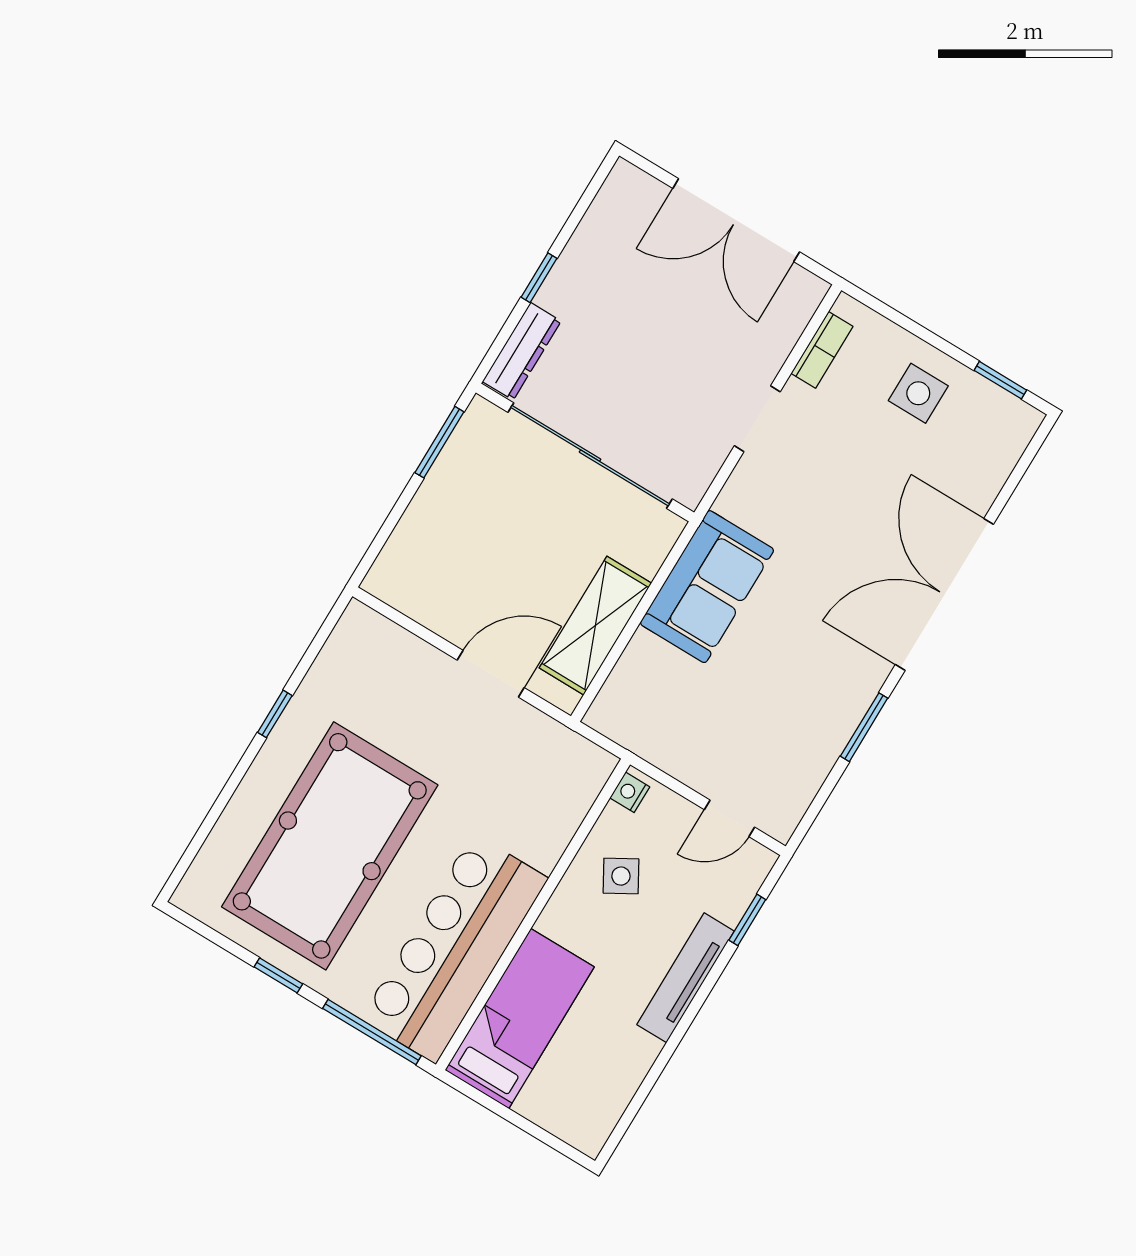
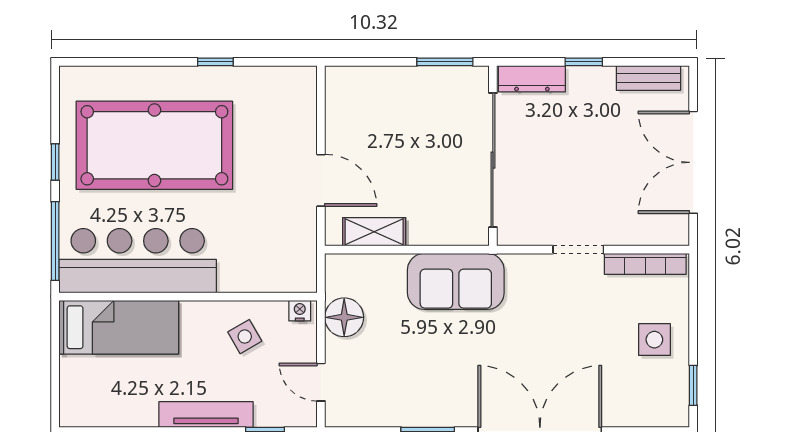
bench: (604, 213) -> (648, 78), added
bookcase: (822, 350) -> (645, 264), width x1.56
shelving: (595, 626) -> (374, 232), width x0.67, depth x0.75
floor lamp: (669, 744) -> (344, 317), added

